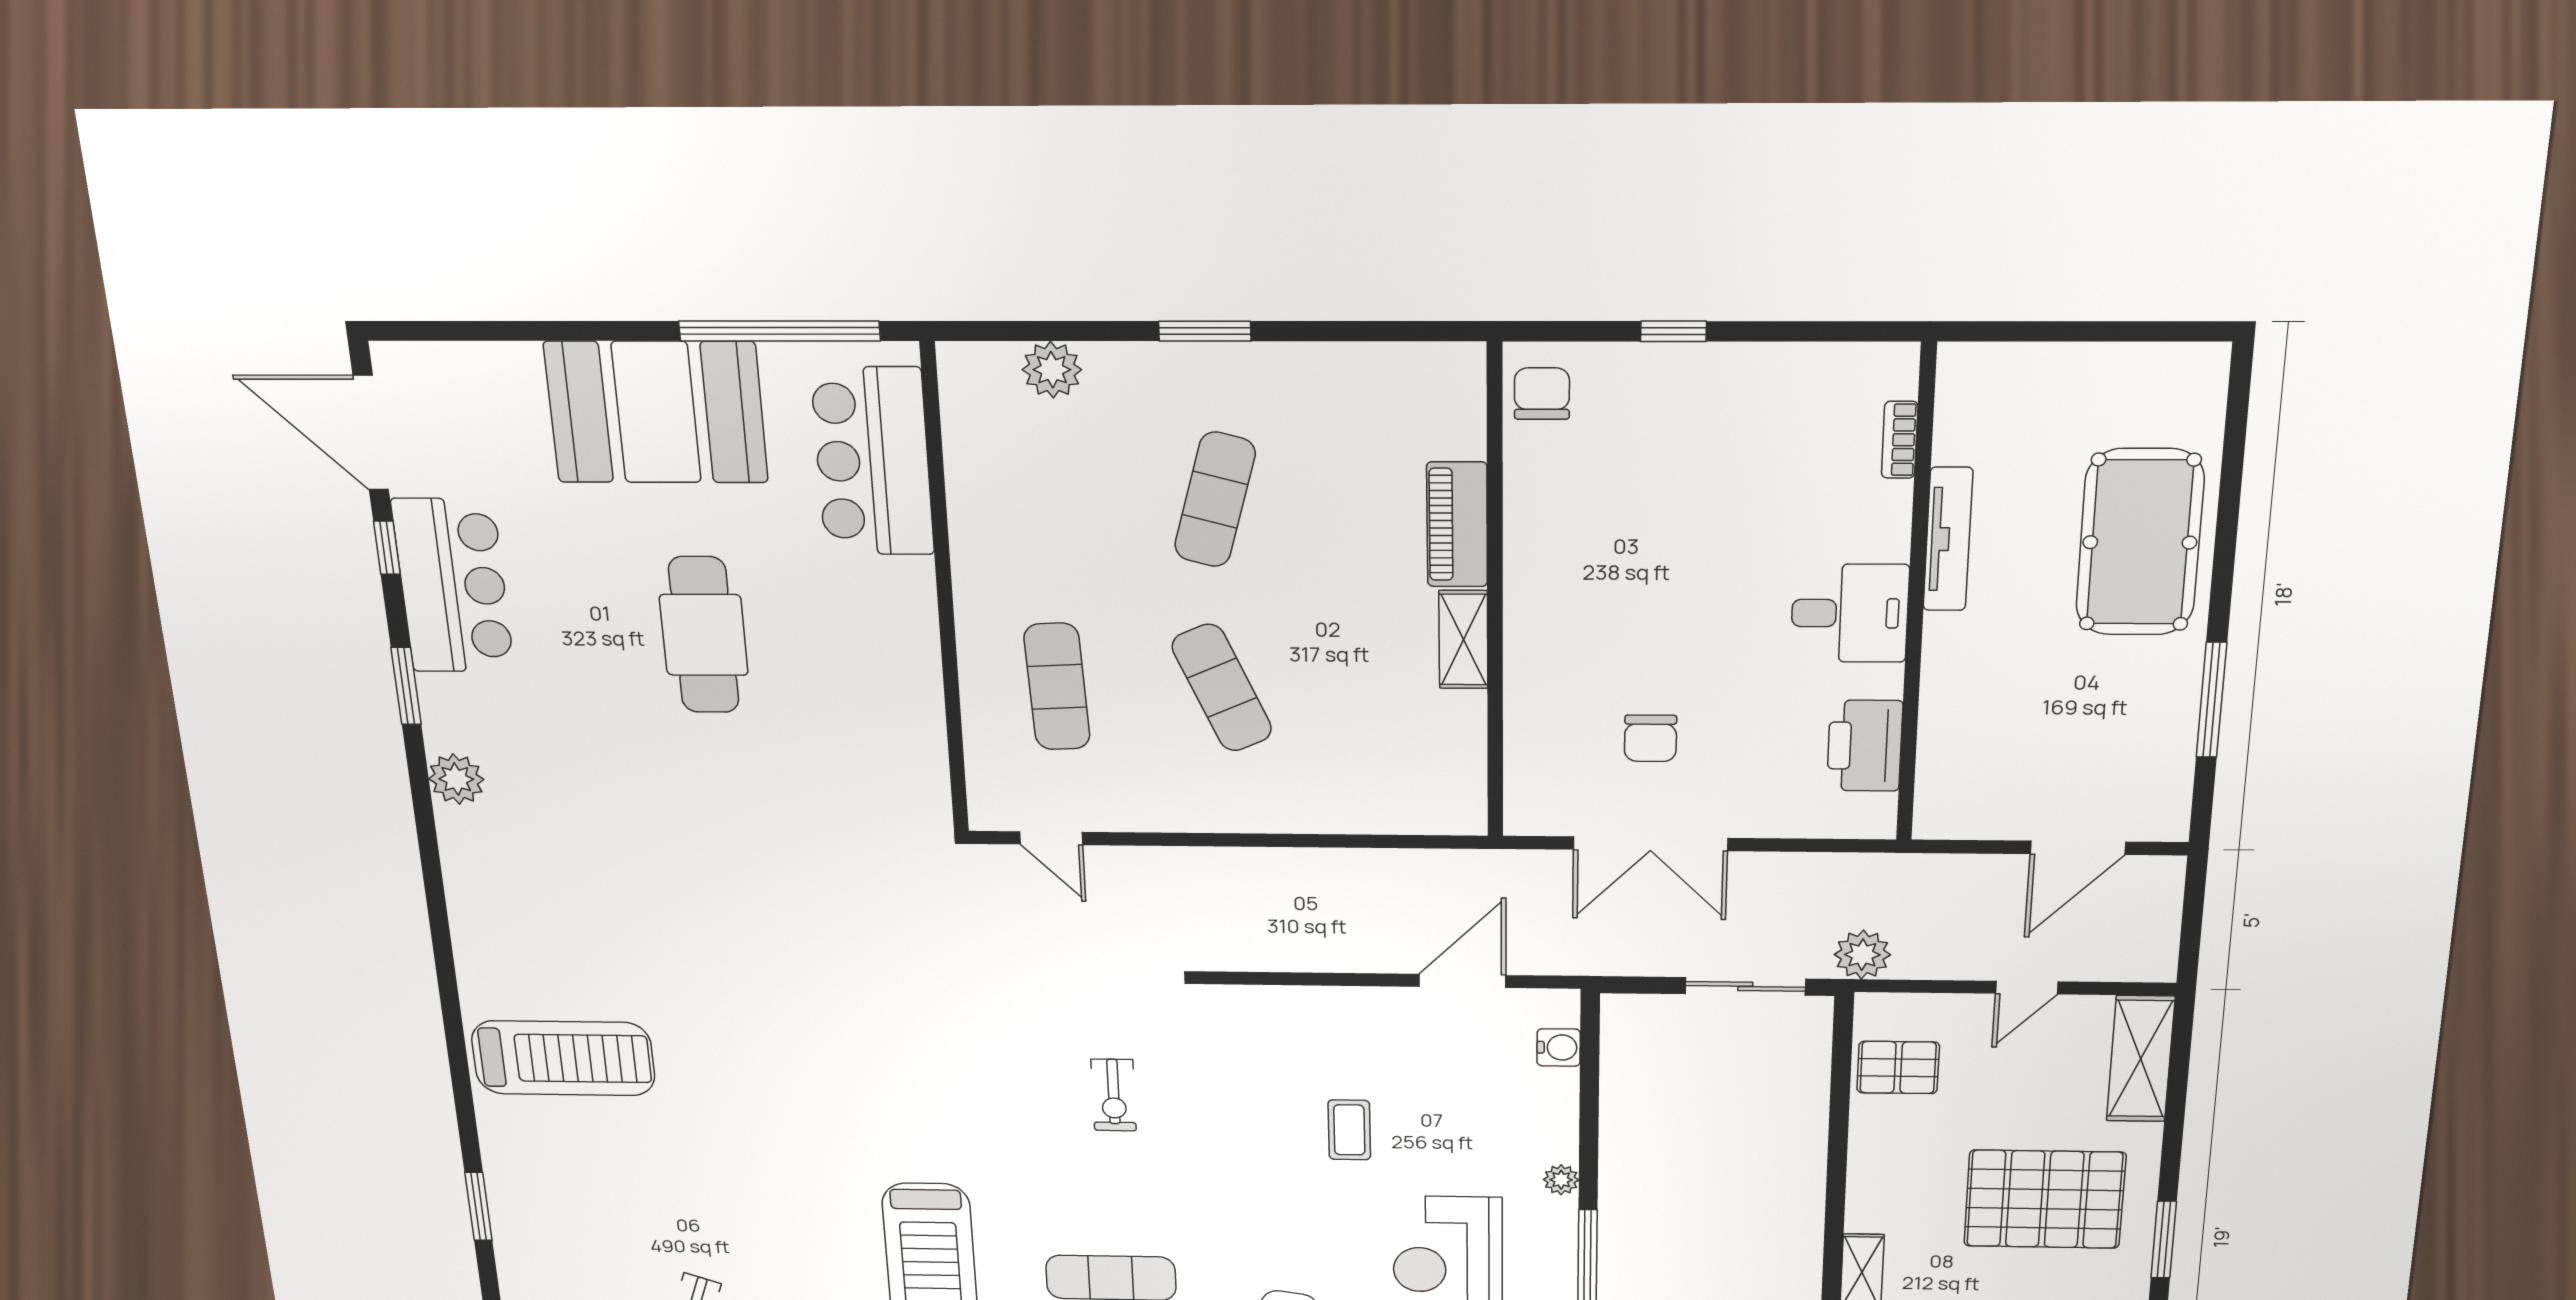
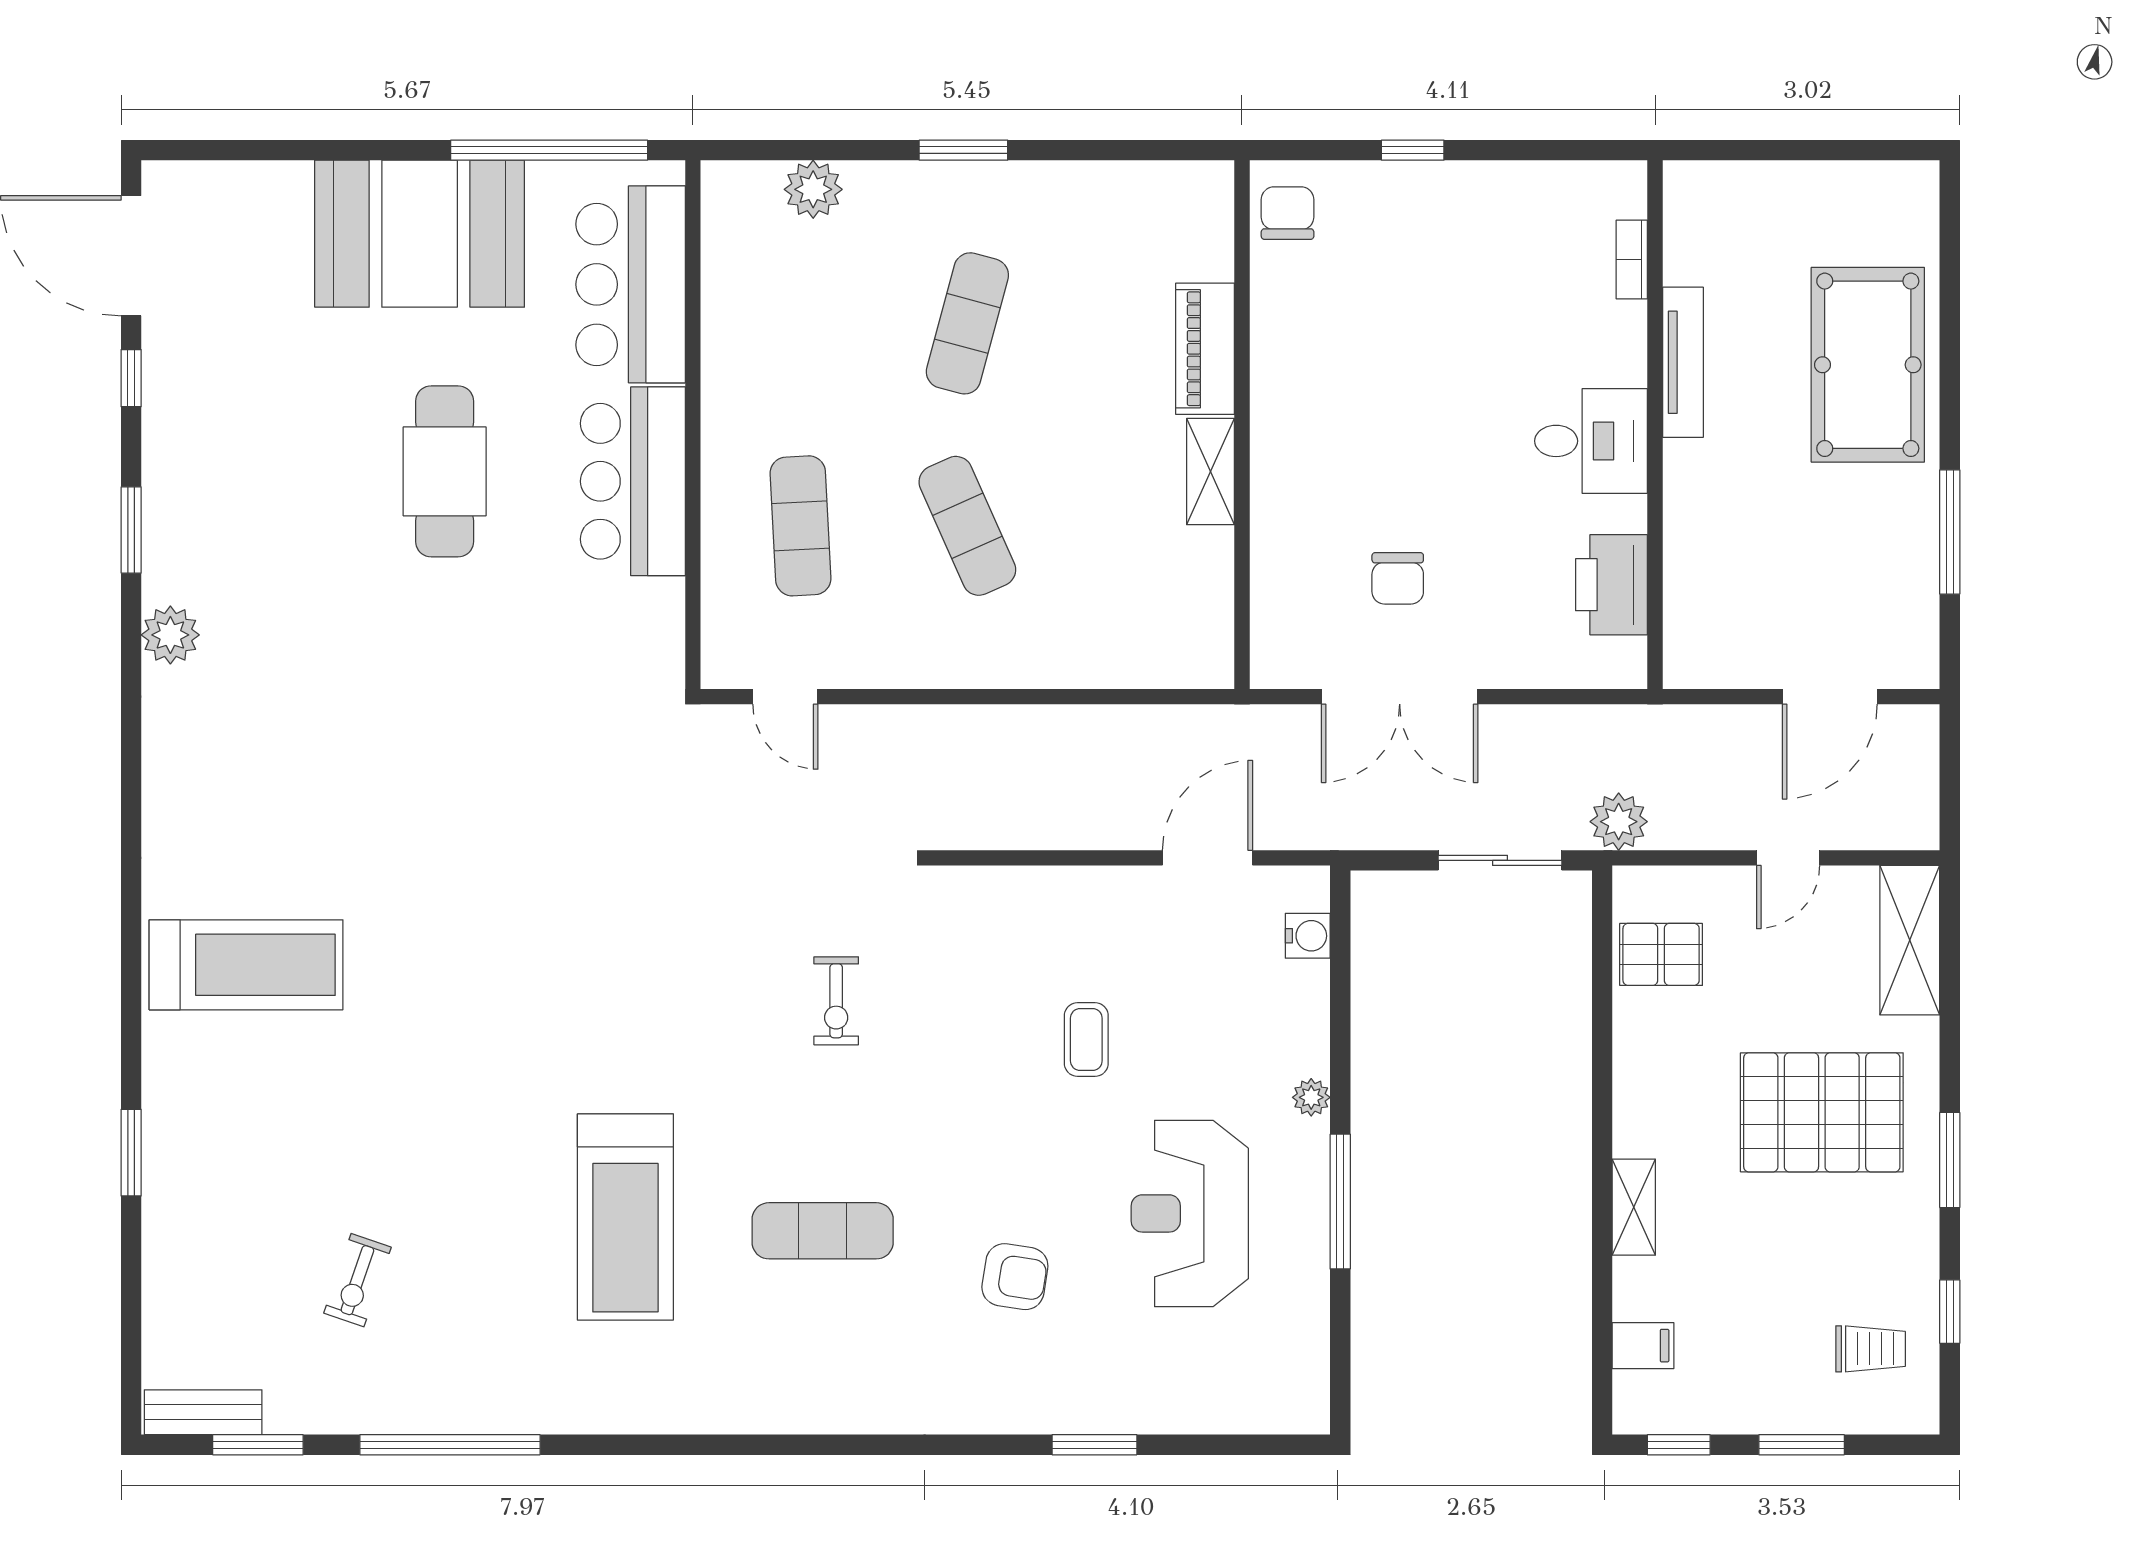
bar counter: (453, 586) -> (633, 481), moved, turned 180

